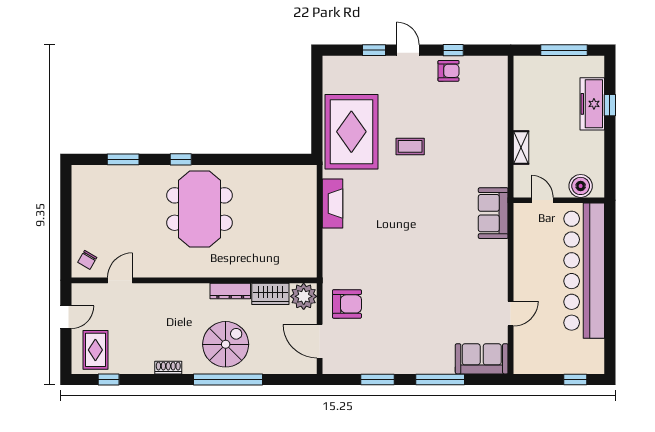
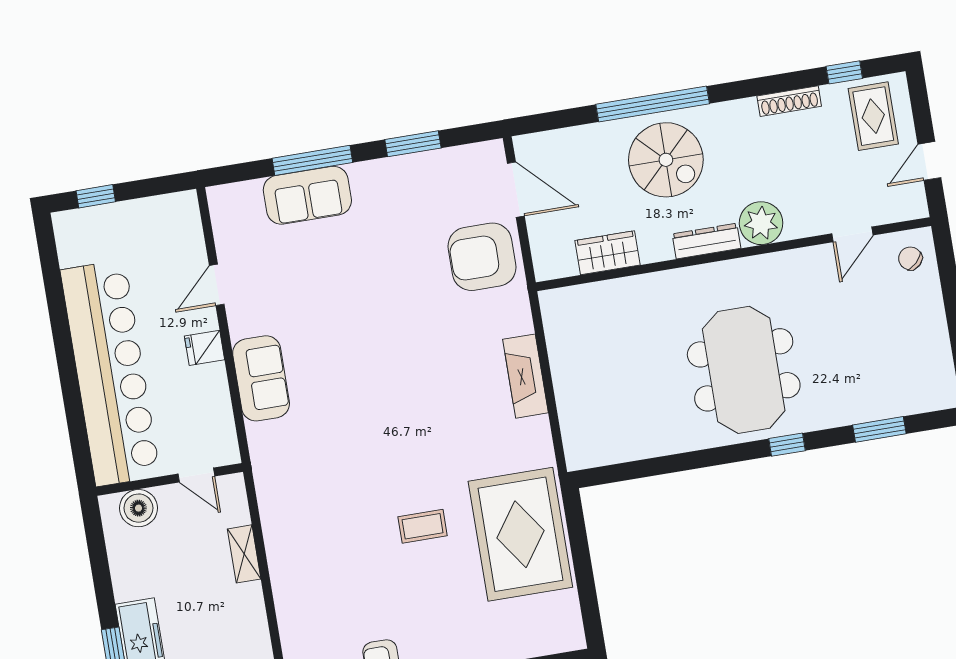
fireplace: (333, 203) -> (526, 376), moved
sofa: (493, 213) -> (261, 378), moved
chair: (87, 260) -> (910, 258), turned -75
fridge: (524, 277) -> (205, 348), added
dresser: (230, 291) -> (707, 241), moved
plant: (304, 296) -> (761, 223), moved
armchair: (347, 304) -> (482, 257), width x1.36, depth x1.36
spiral stairs: (226, 344) -> (666, 160), turned -90
sofa: (482, 359) -> (307, 195), moved
shoe rack: (168, 368) -> (789, 101), moved, width x1.43

